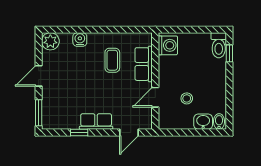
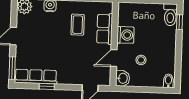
washing machine: (168, 45) -> (125, 35), moved
row of seats: (96, 122) -> (36, 77), moved, width x1.48
washbasin: (203, 122) -> (123, 78), moved, turned 90

